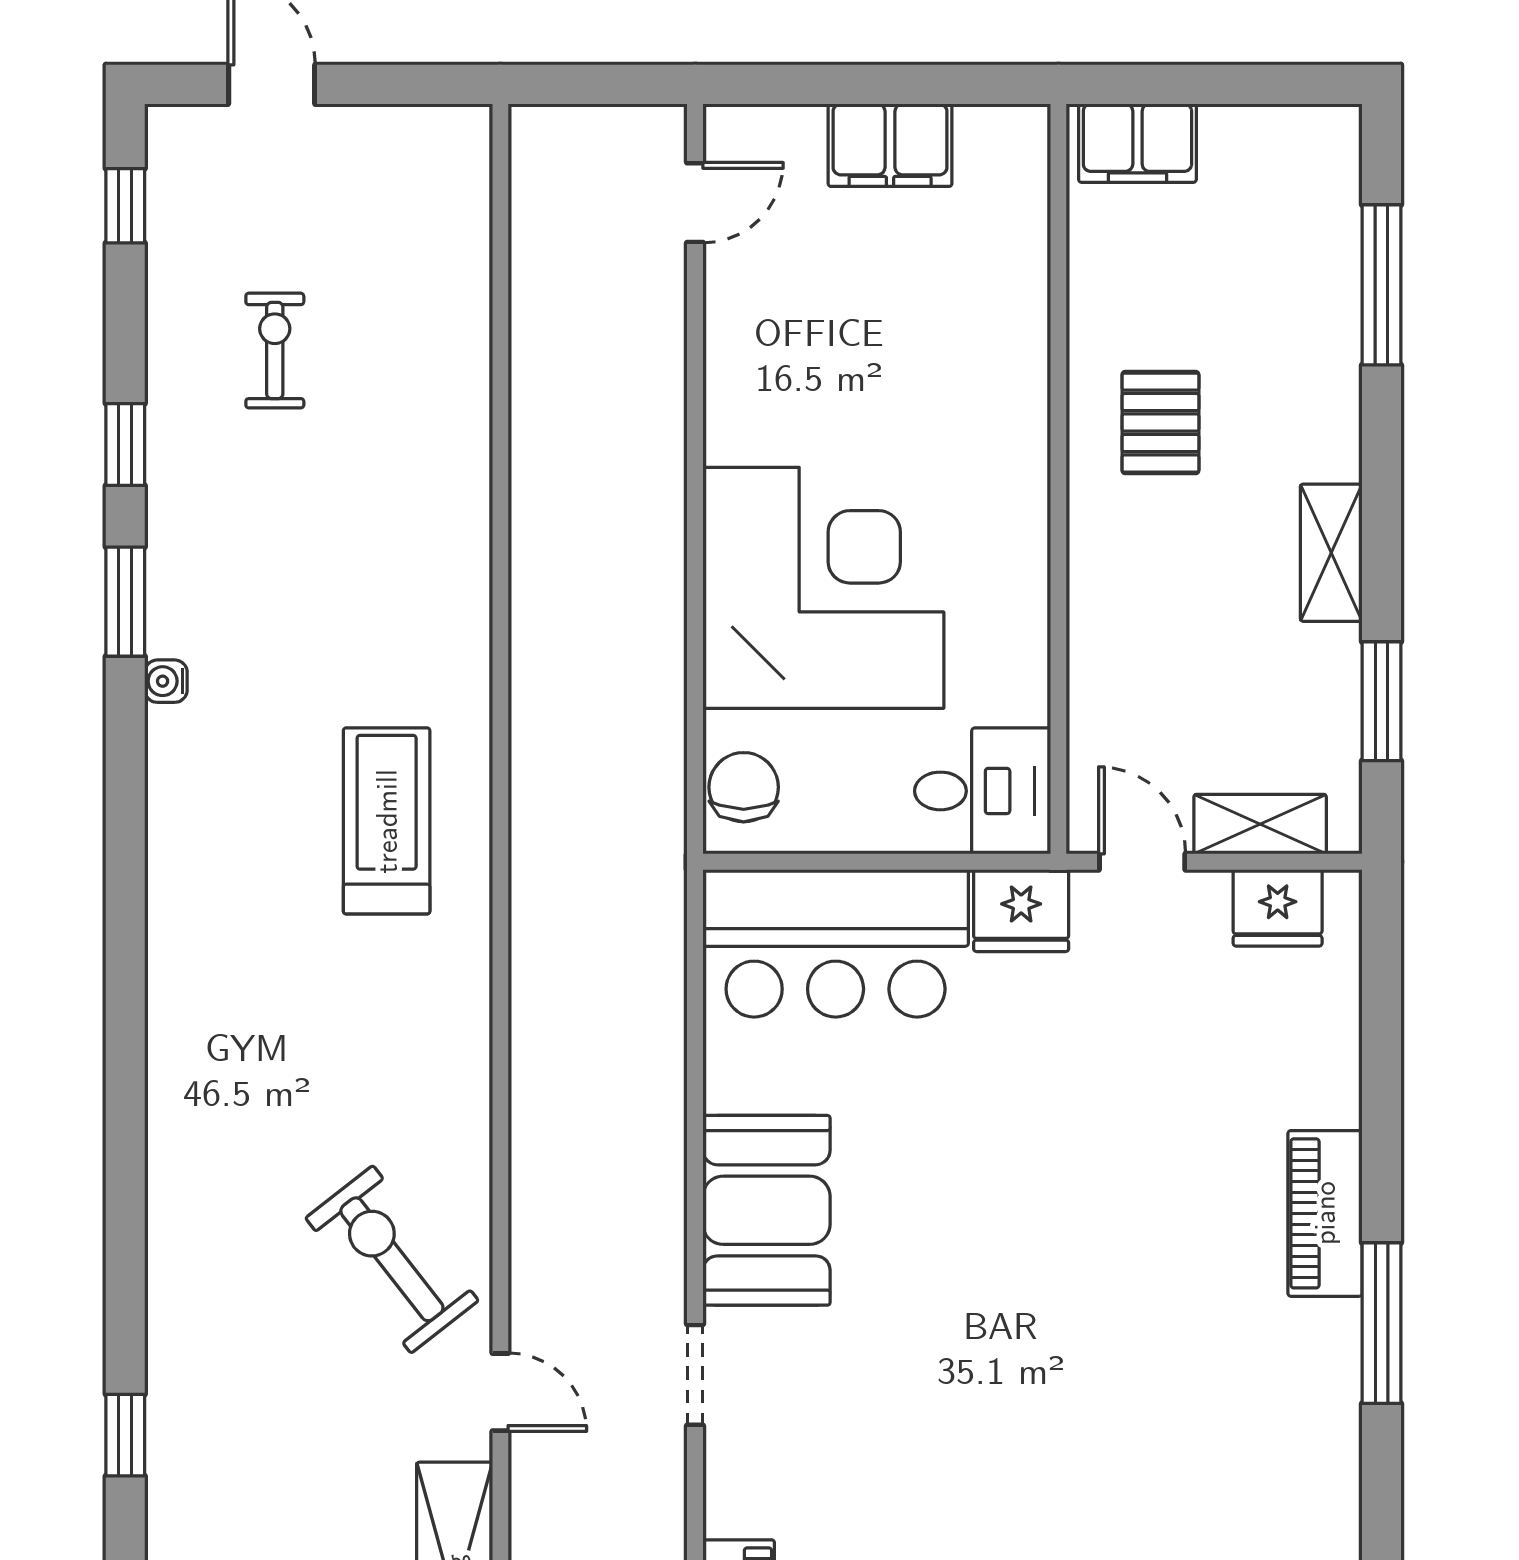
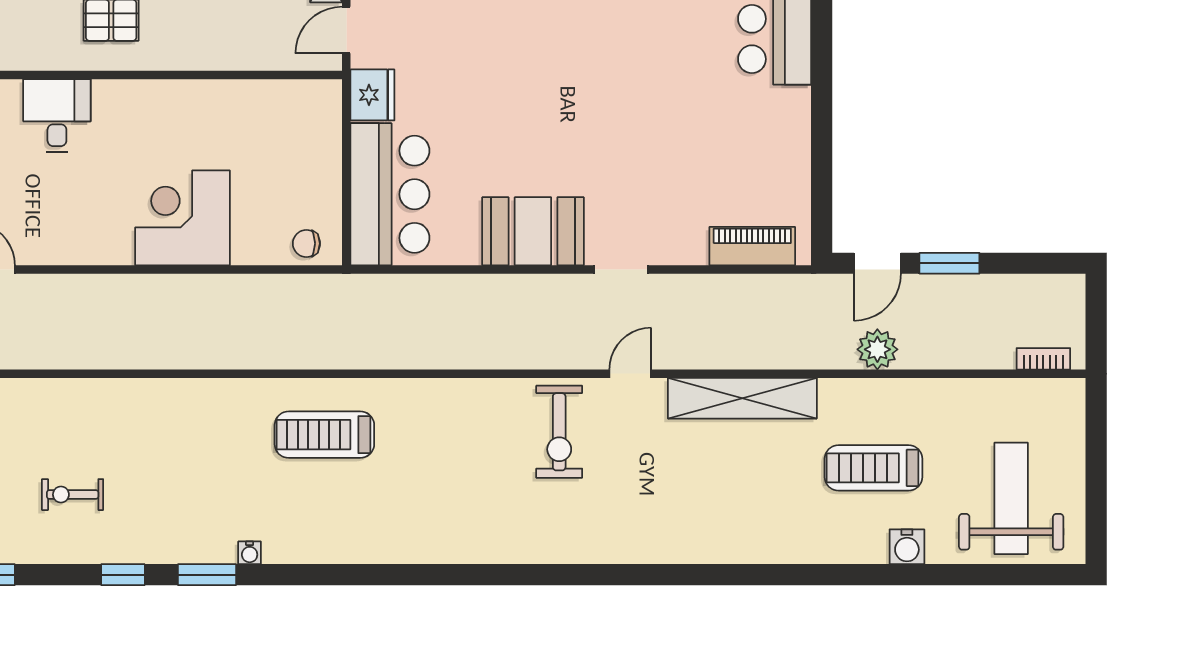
corner desk: (823, 588) -> (183, 218), width x0.74, depth x0.74
chair: (744, 787) -> (306, 243), width x0.73, depth x0.73
desk: (983, 791) -> (57, 116), moved
exercise bike: (392, 1259) -> (559, 432), turned -52
window: (125, 1435) -> (653, 575), removed

